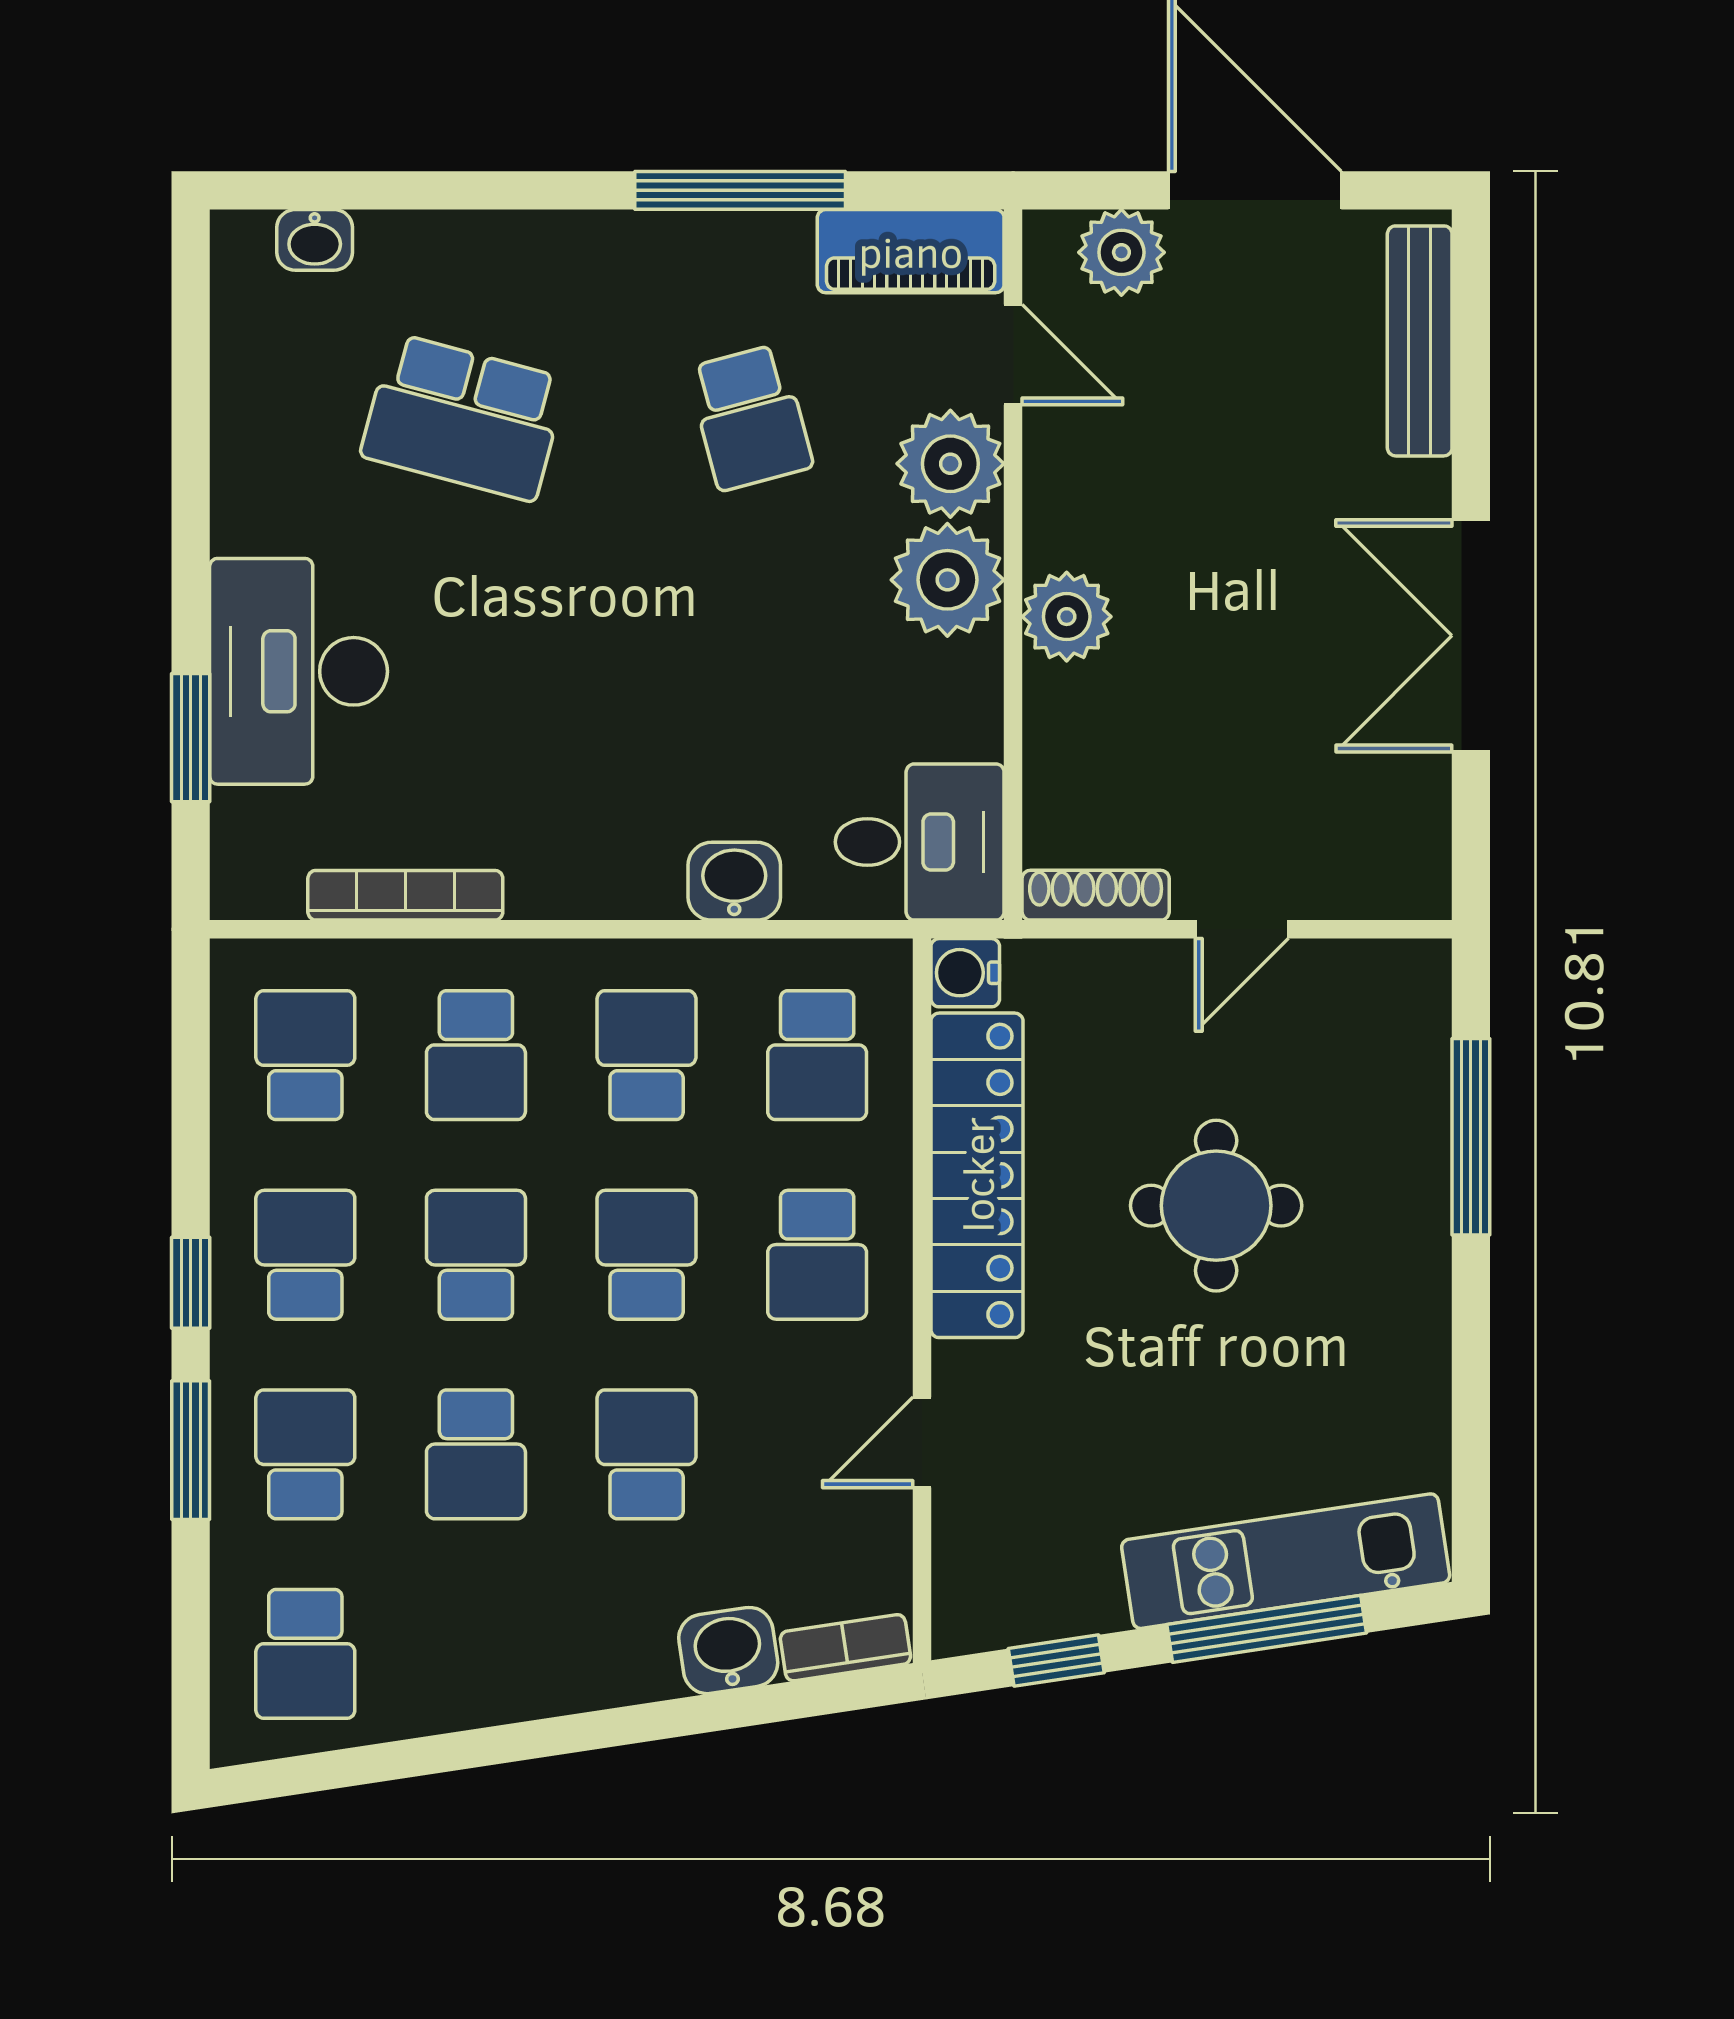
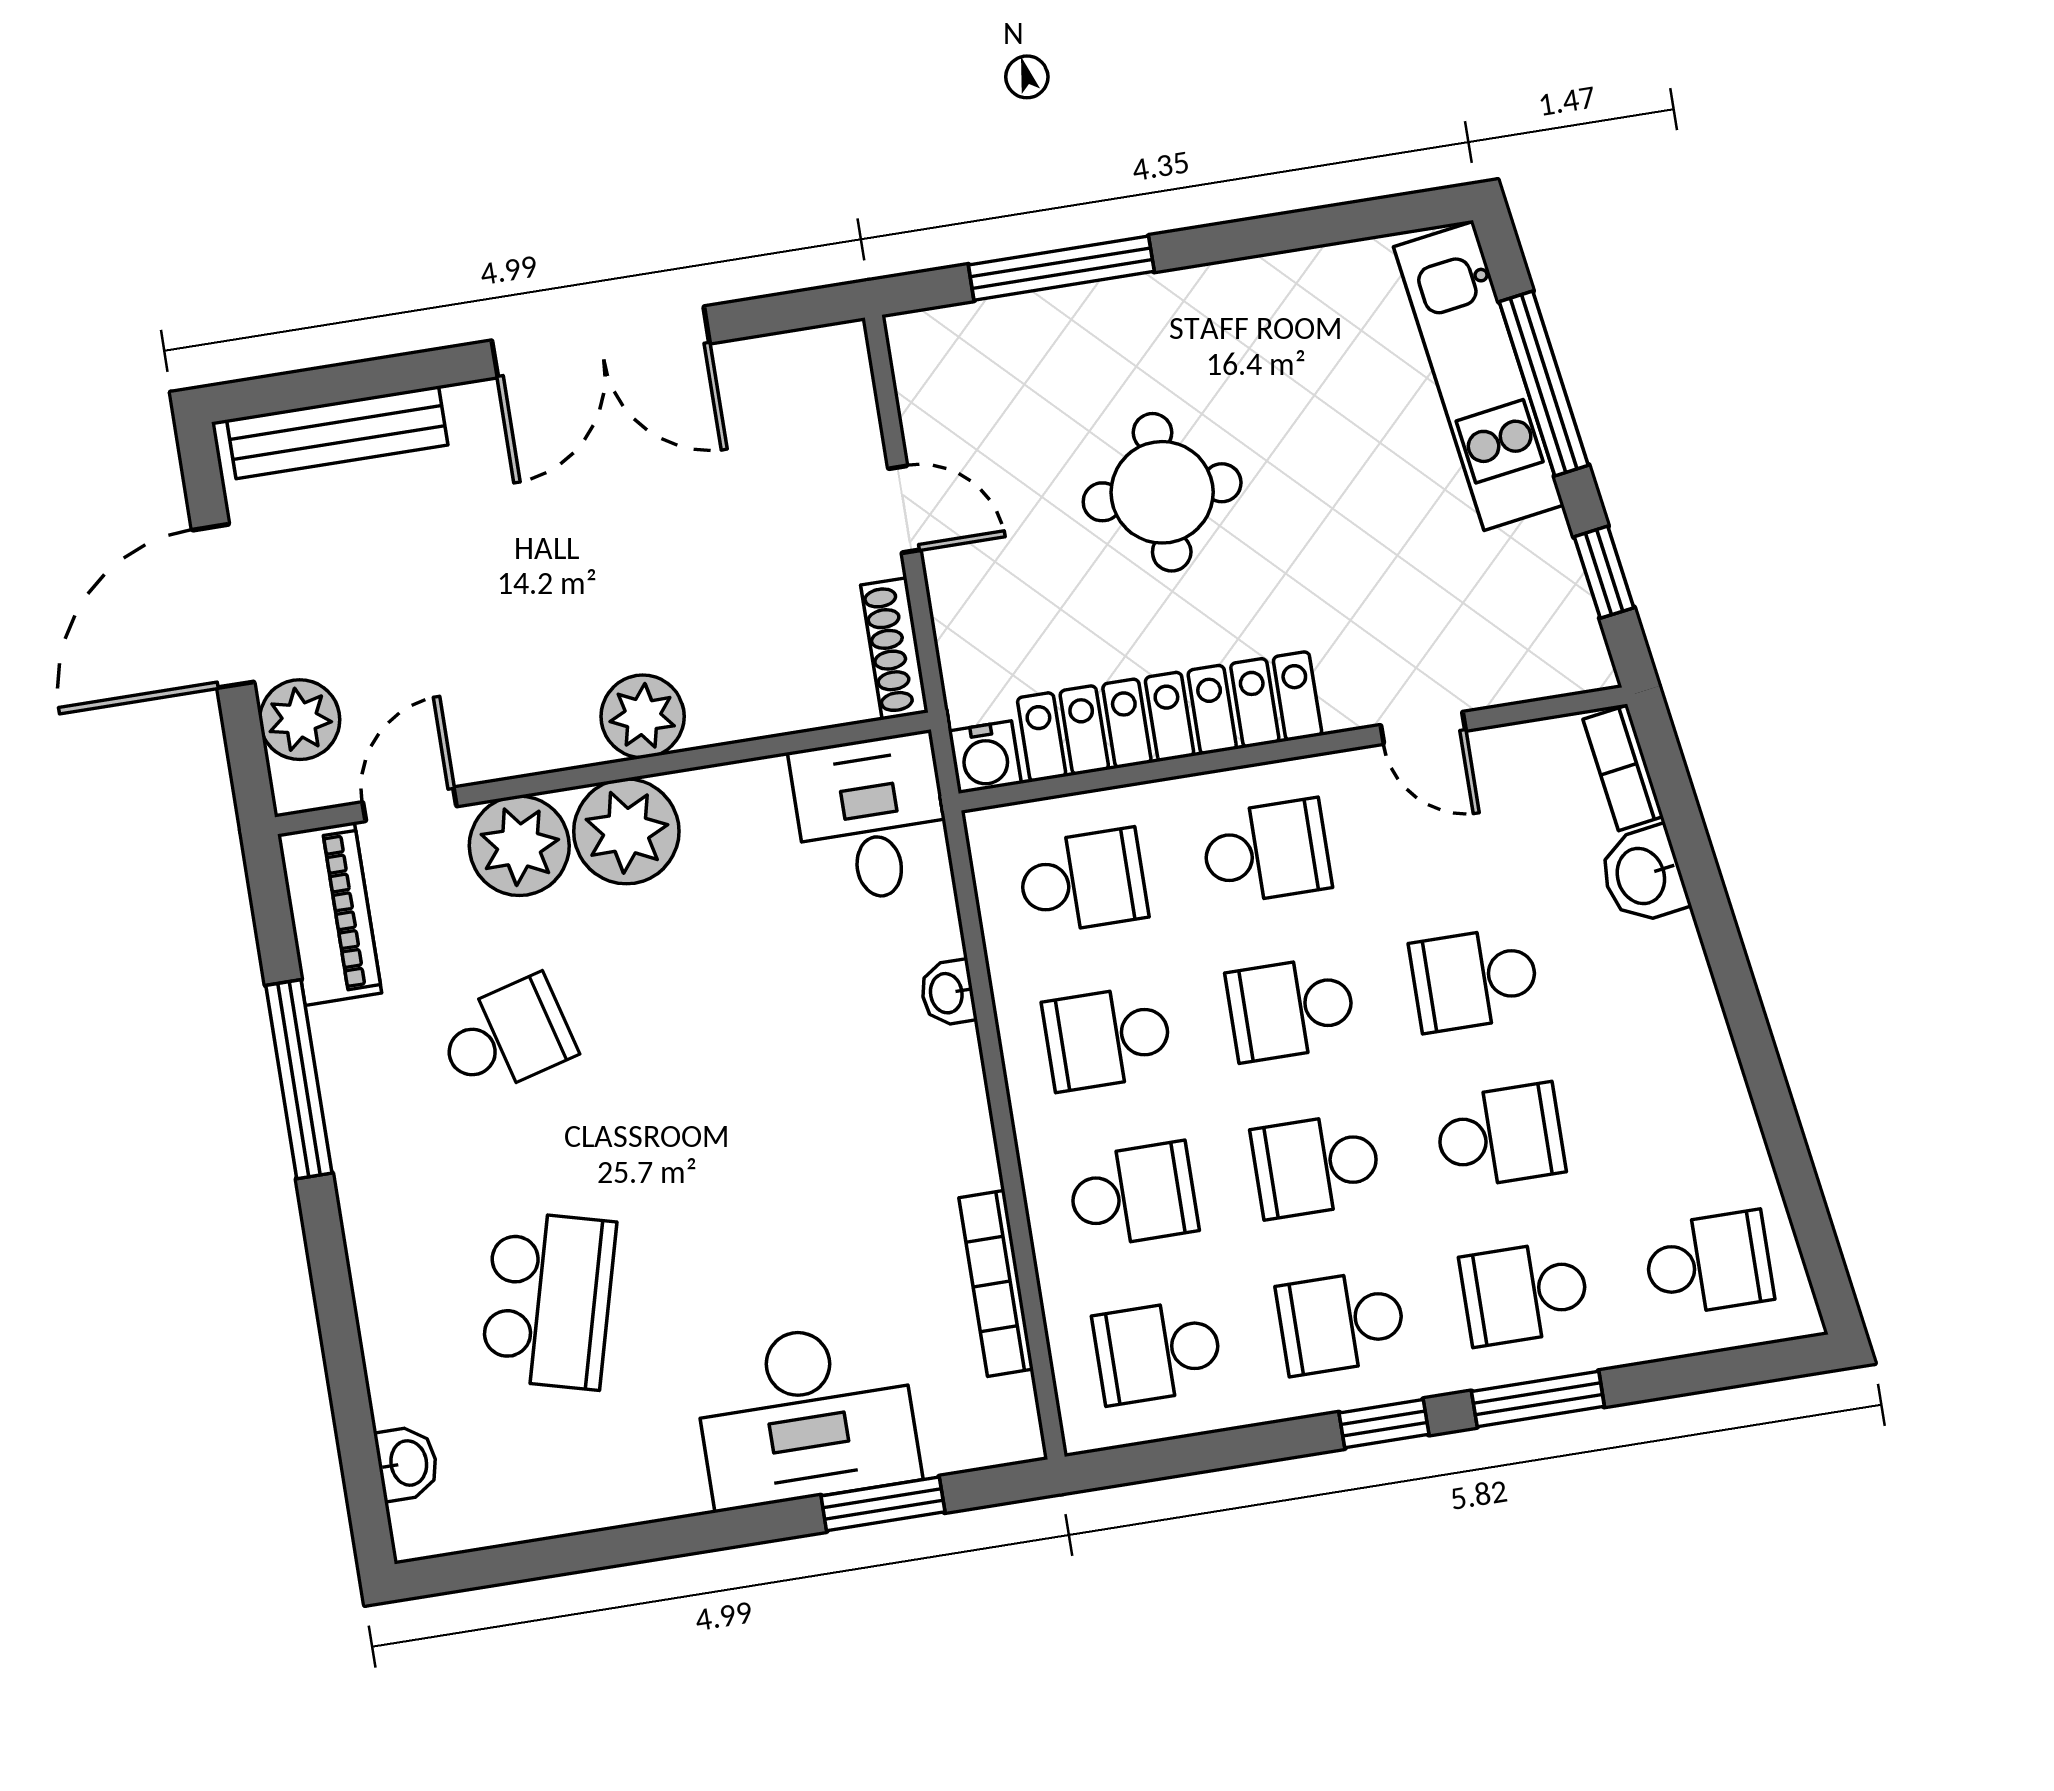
washbasin: (734, 881) -> (948, 993), width x0.72, depth x0.69

